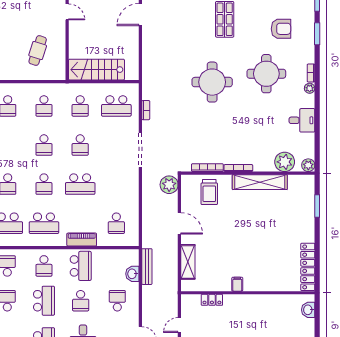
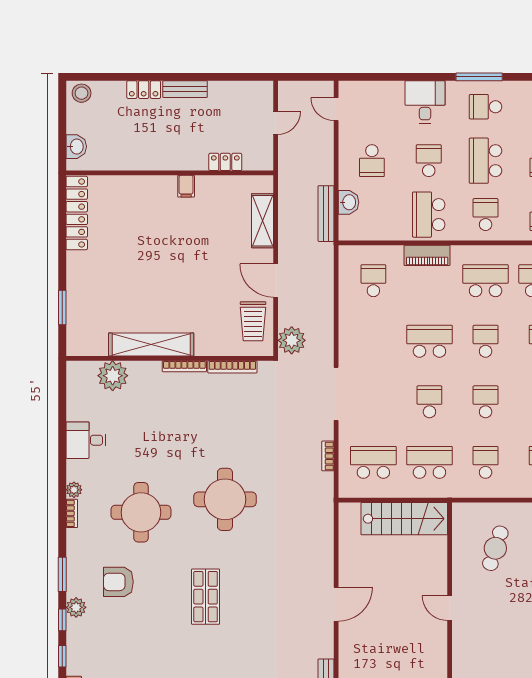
school desk: (80, 106) -> (429, 462), width x1.85
plant: (308, 165) -> (76, 607), moved
trolley: (209, 192) -> (253, 321), moved, turned 180

